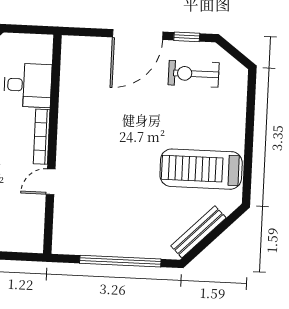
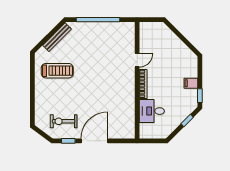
exercise bike: (194, 74) -> (64, 121), turned 180
treadmill: (201, 169) -> (57, 71), width x0.73, depth x0.73

